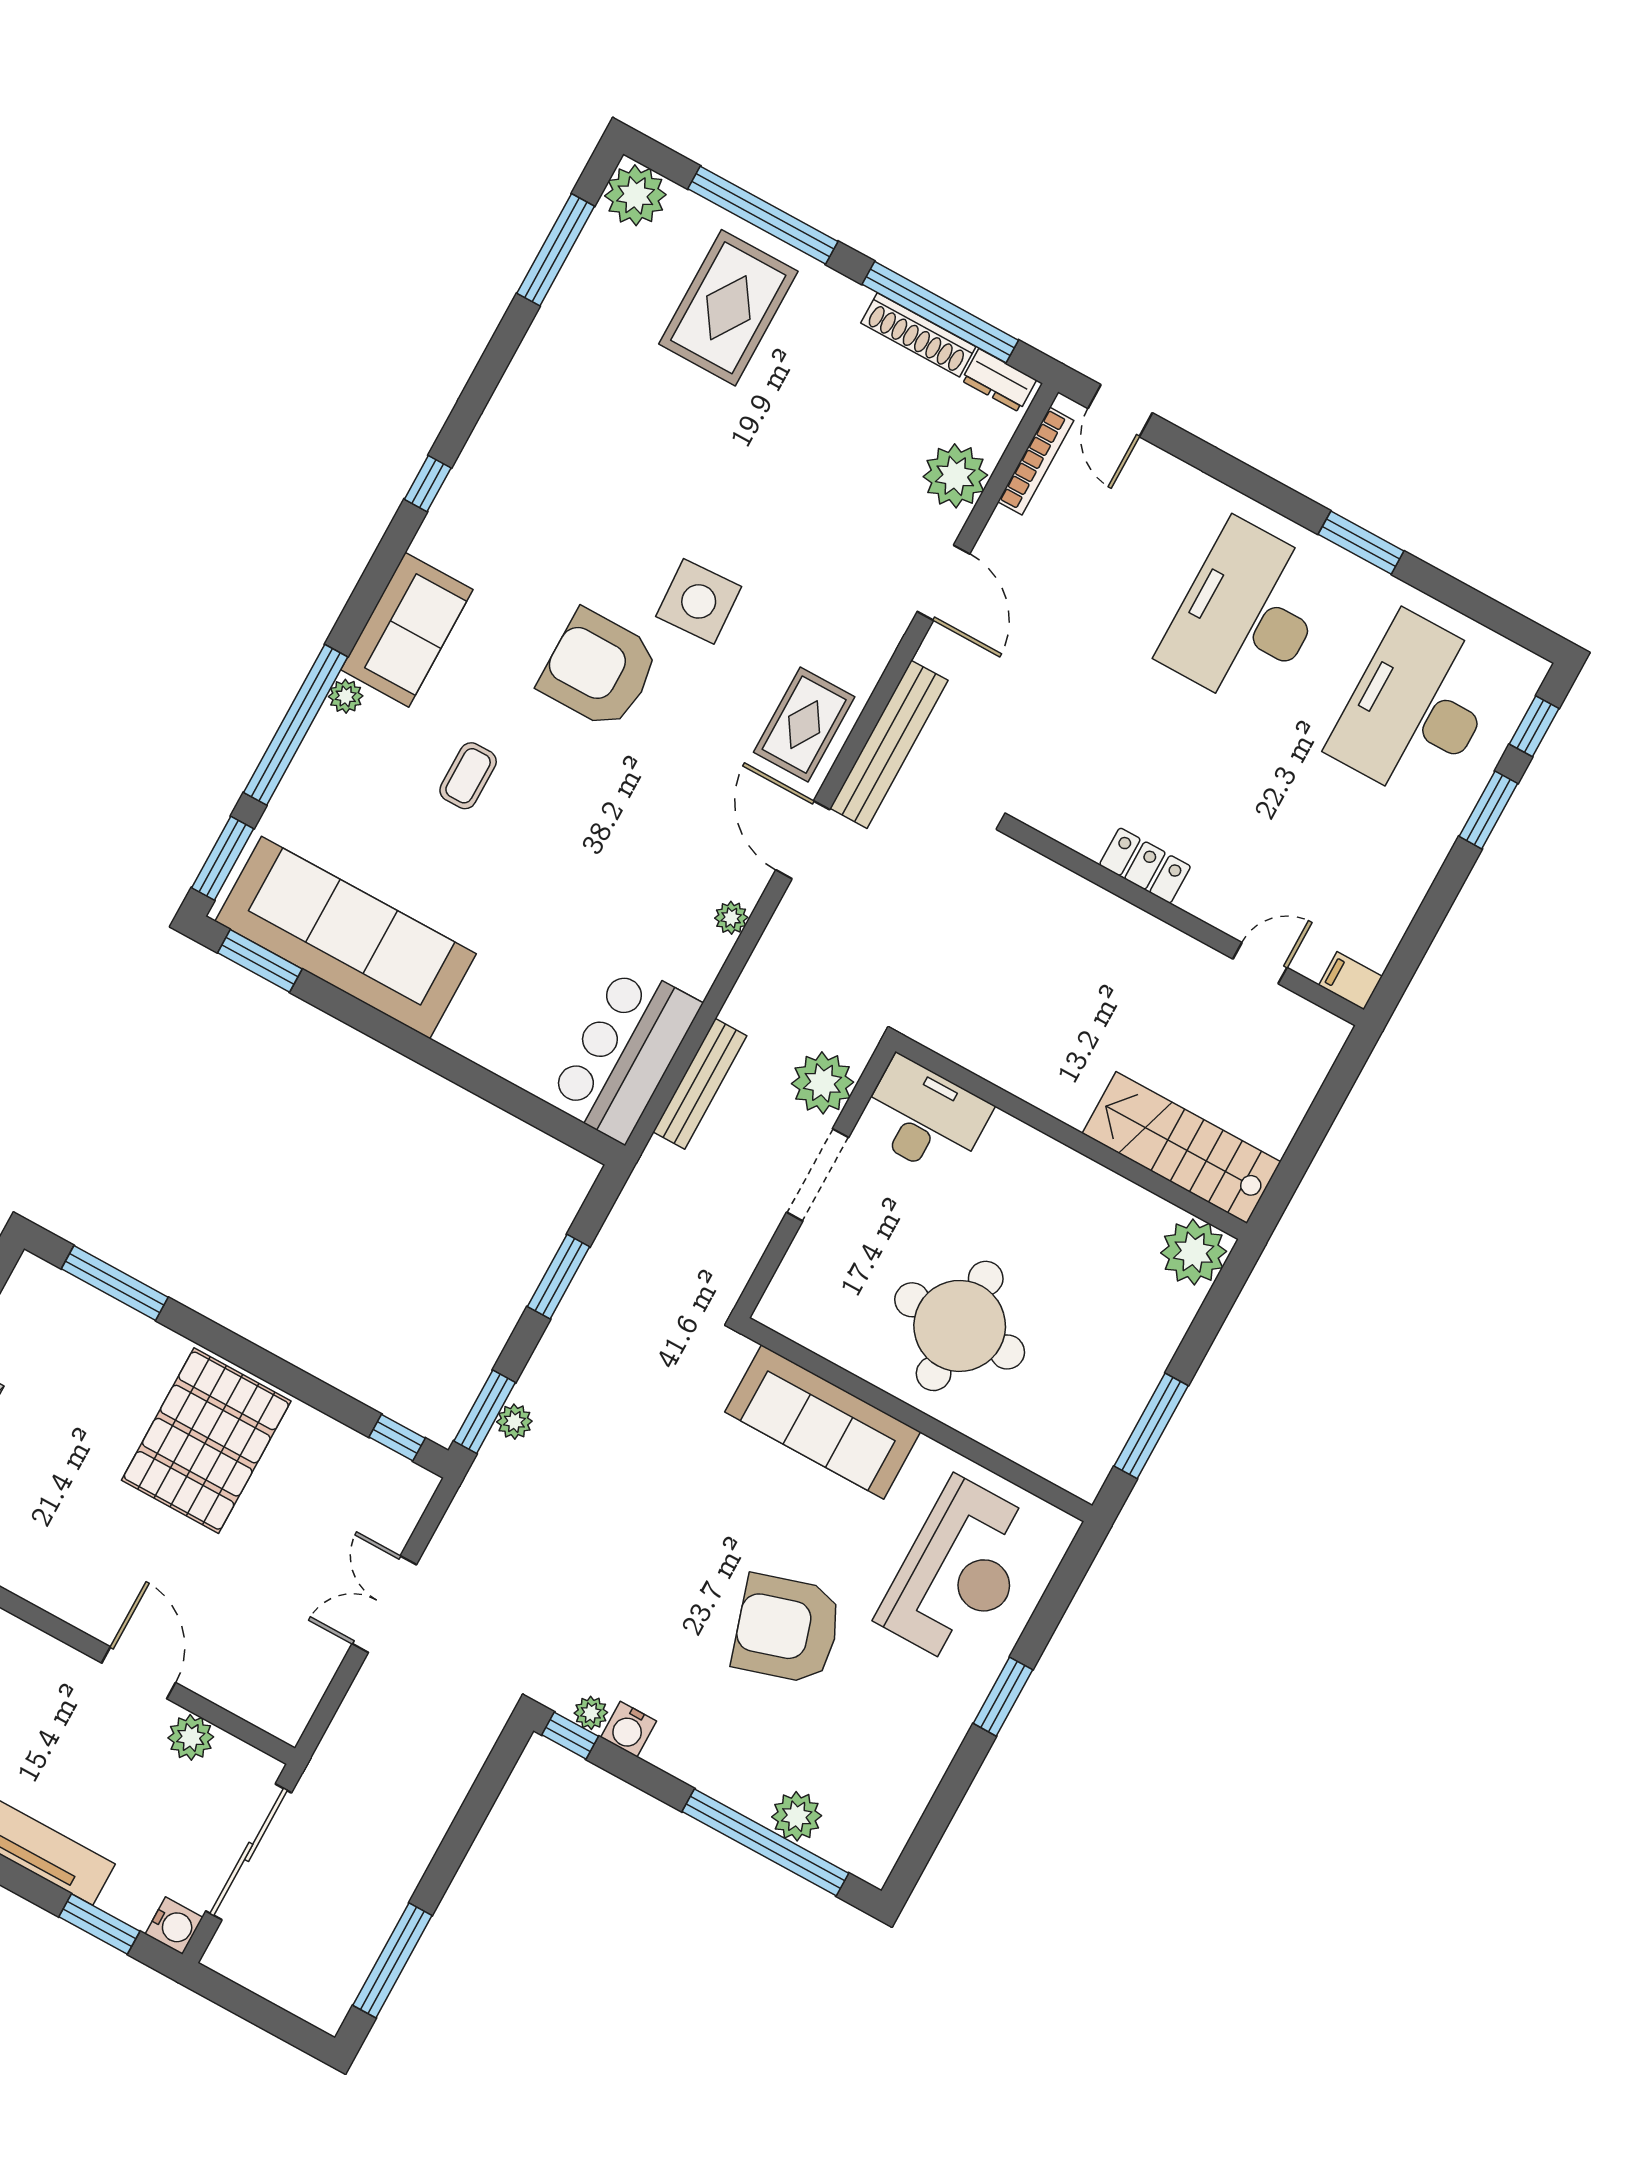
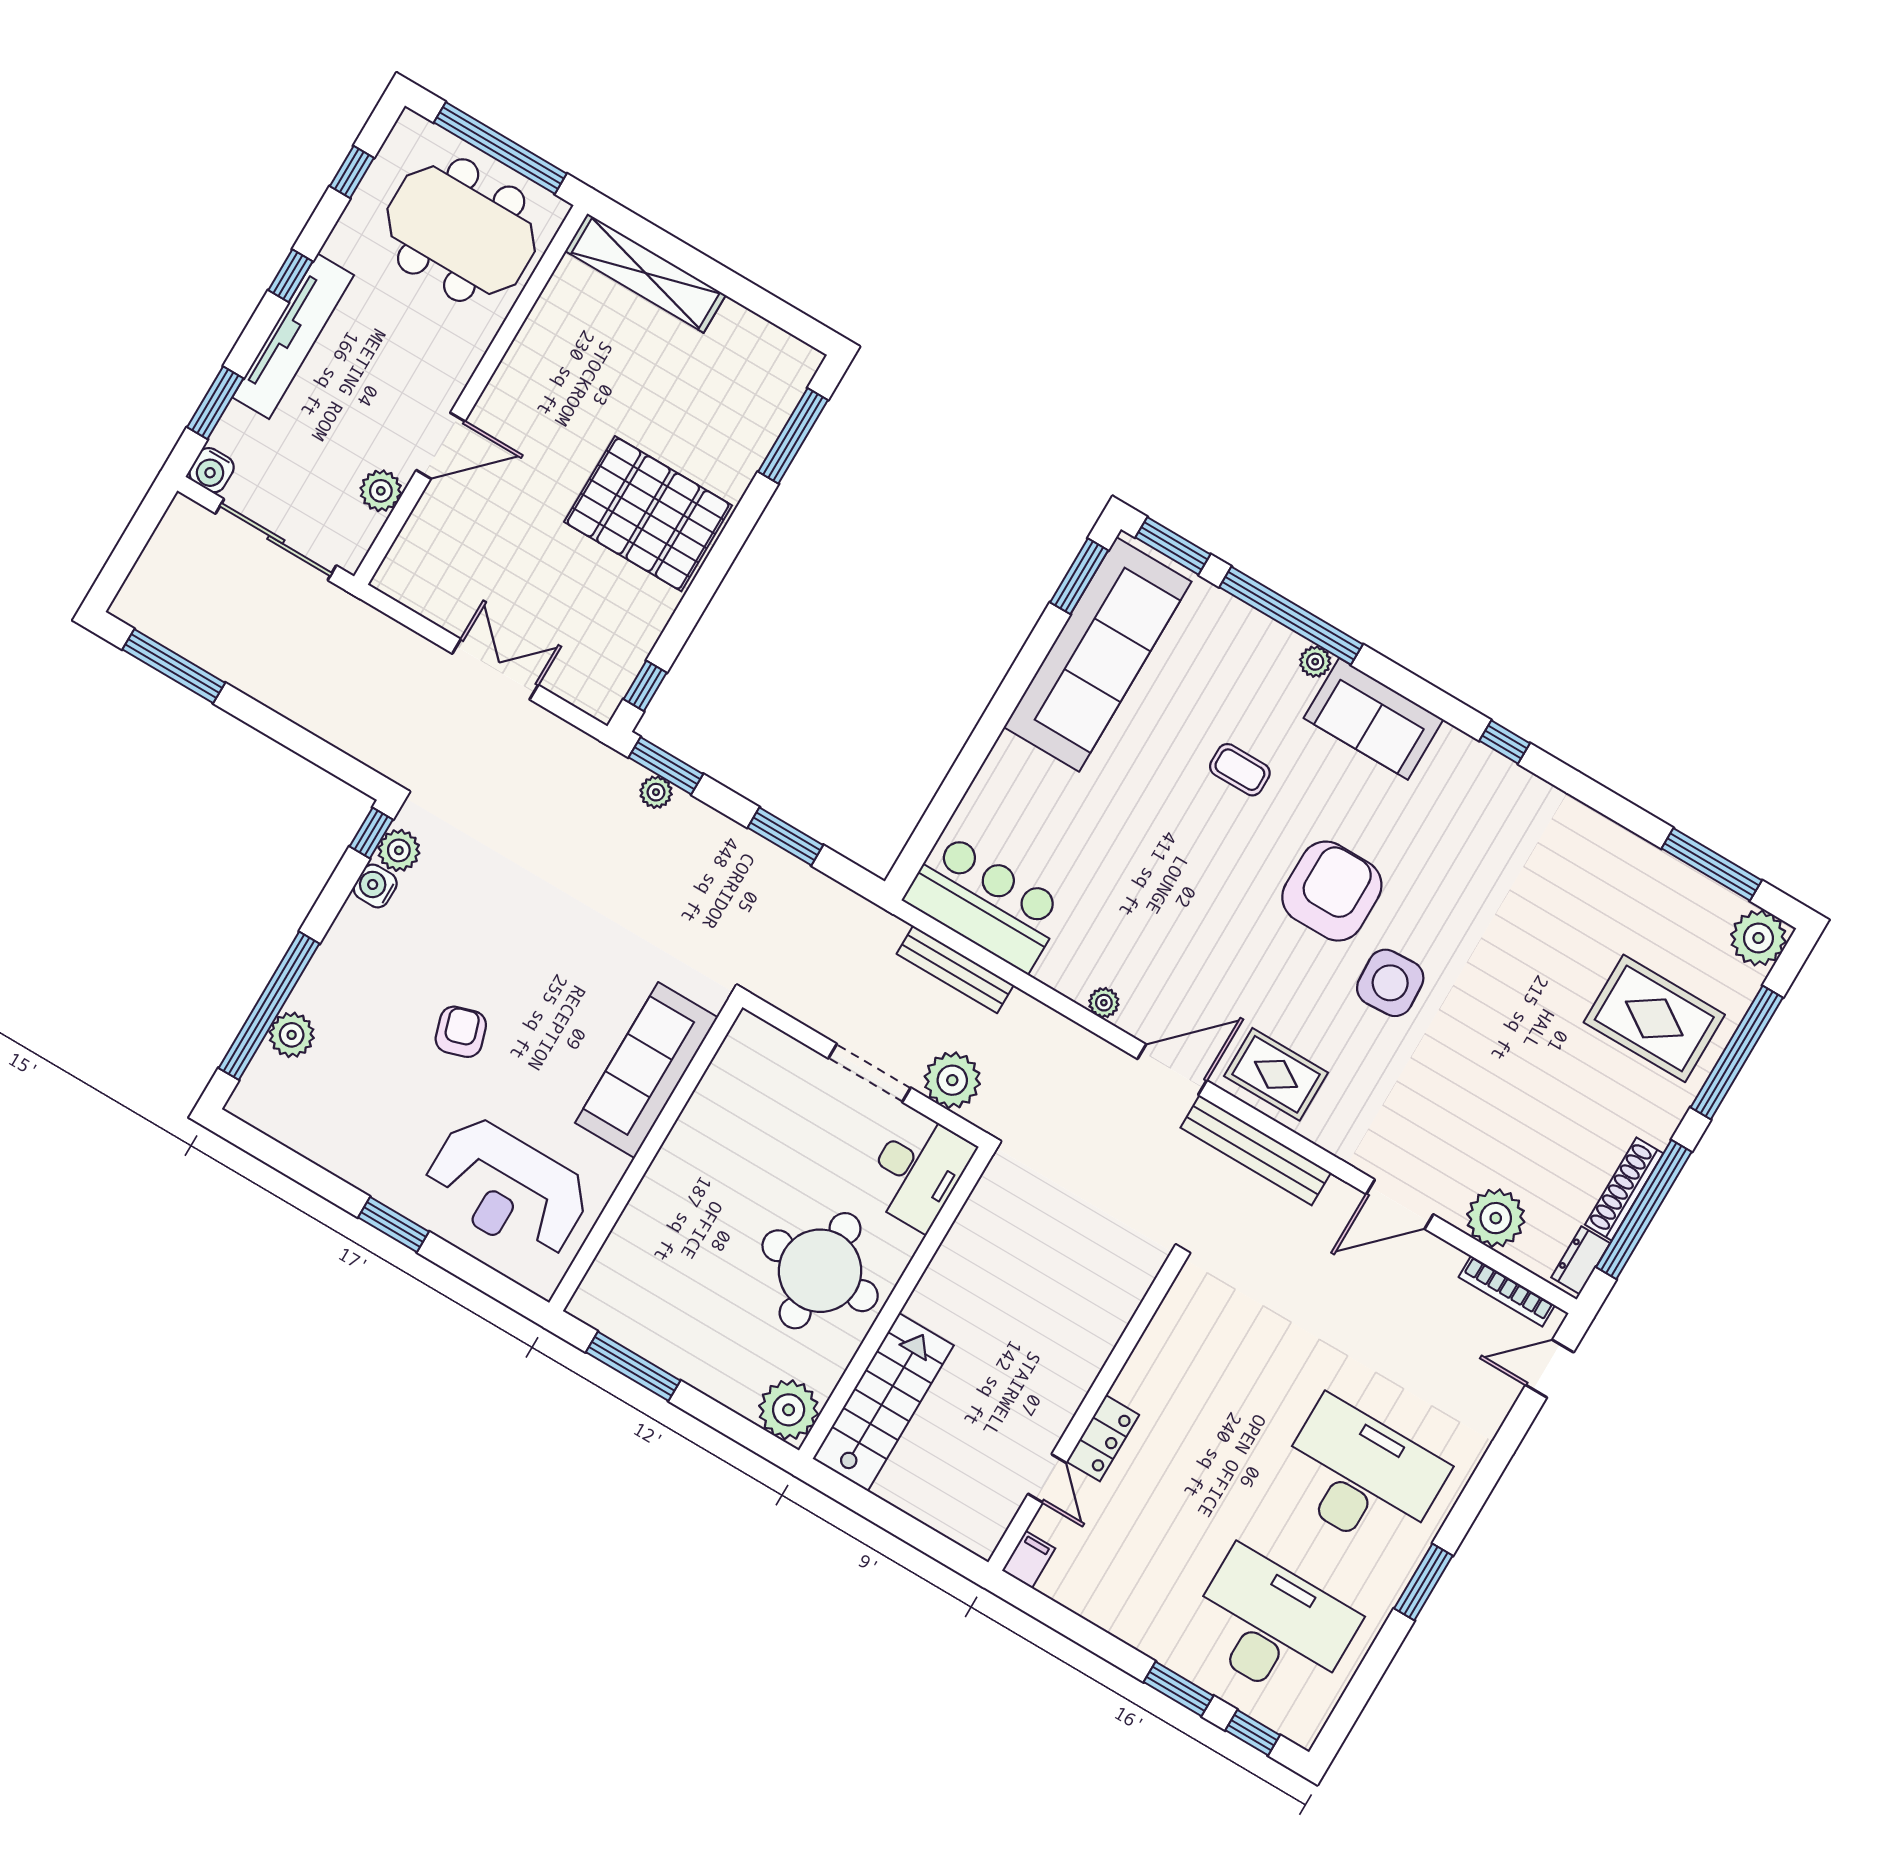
locker: (1145, 866) -> (1103, 1438), moved
round table: (960, 1326) -> (820, 1271), moved
armchair: (787, 1629) -> (461, 1032), width x0.53, depth x0.53
plant: (591, 1713) -> (399, 850), width x1.38, depth x1.38

